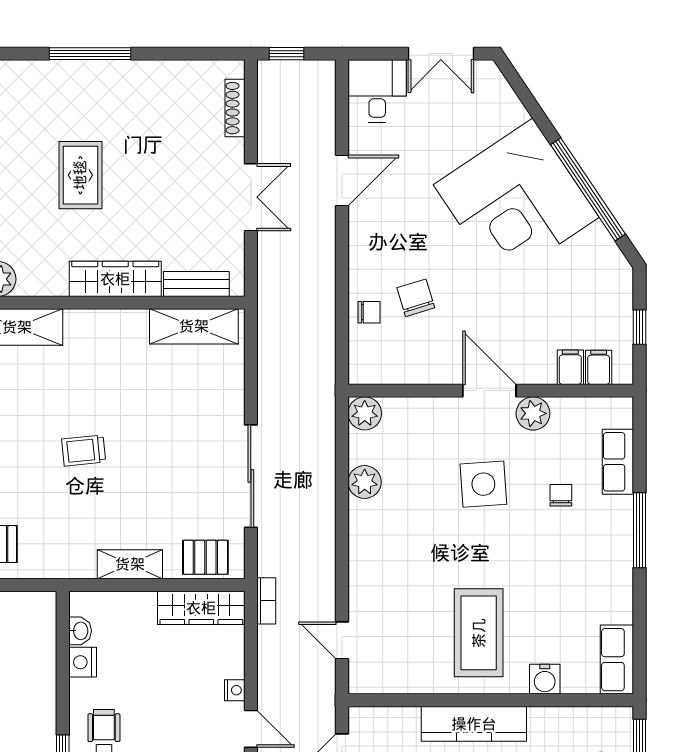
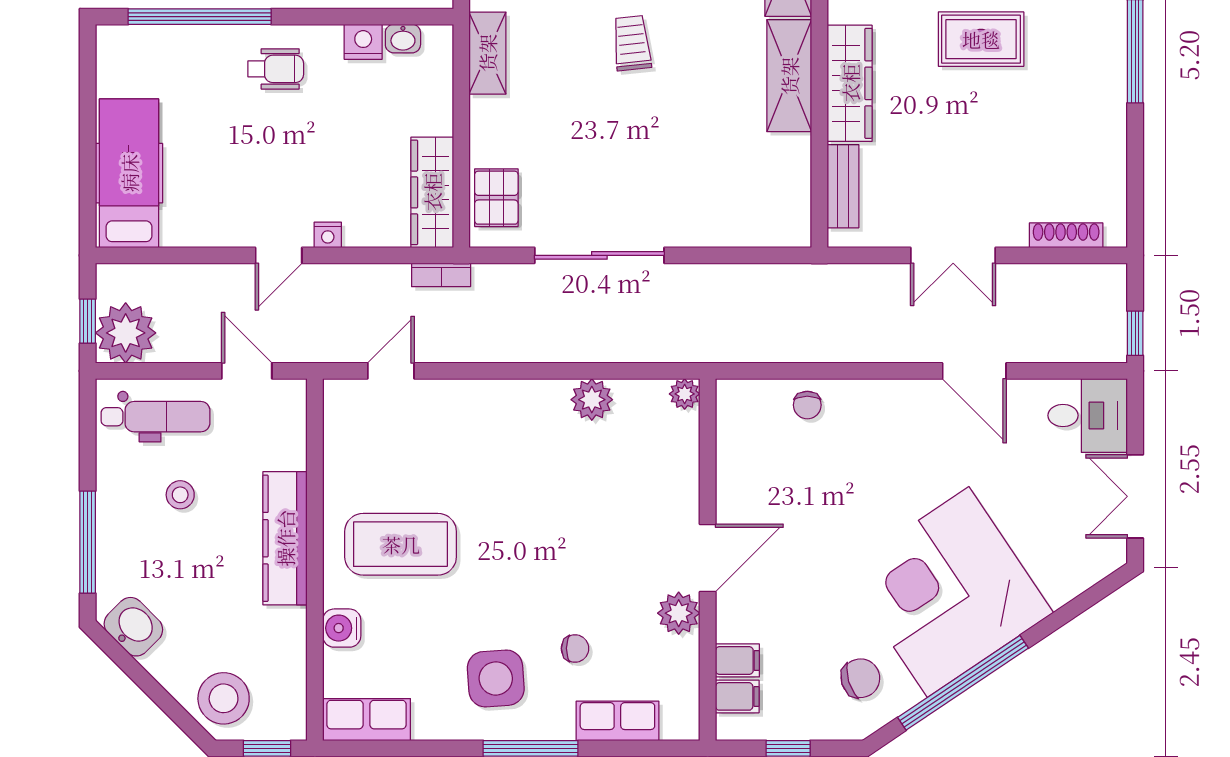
window: (286, 54) -> (1135, 333), moved
chair: (416, 298) -> (860, 678), moved
shelving: (194, 326) -> (789, 76), moved
plant: (365, 413) -> (685, 394), width x0.73, depth x0.73
side table: (483, 484) -> (496, 678), moved
shelving: (130, 564) -> (487, 53), moved

